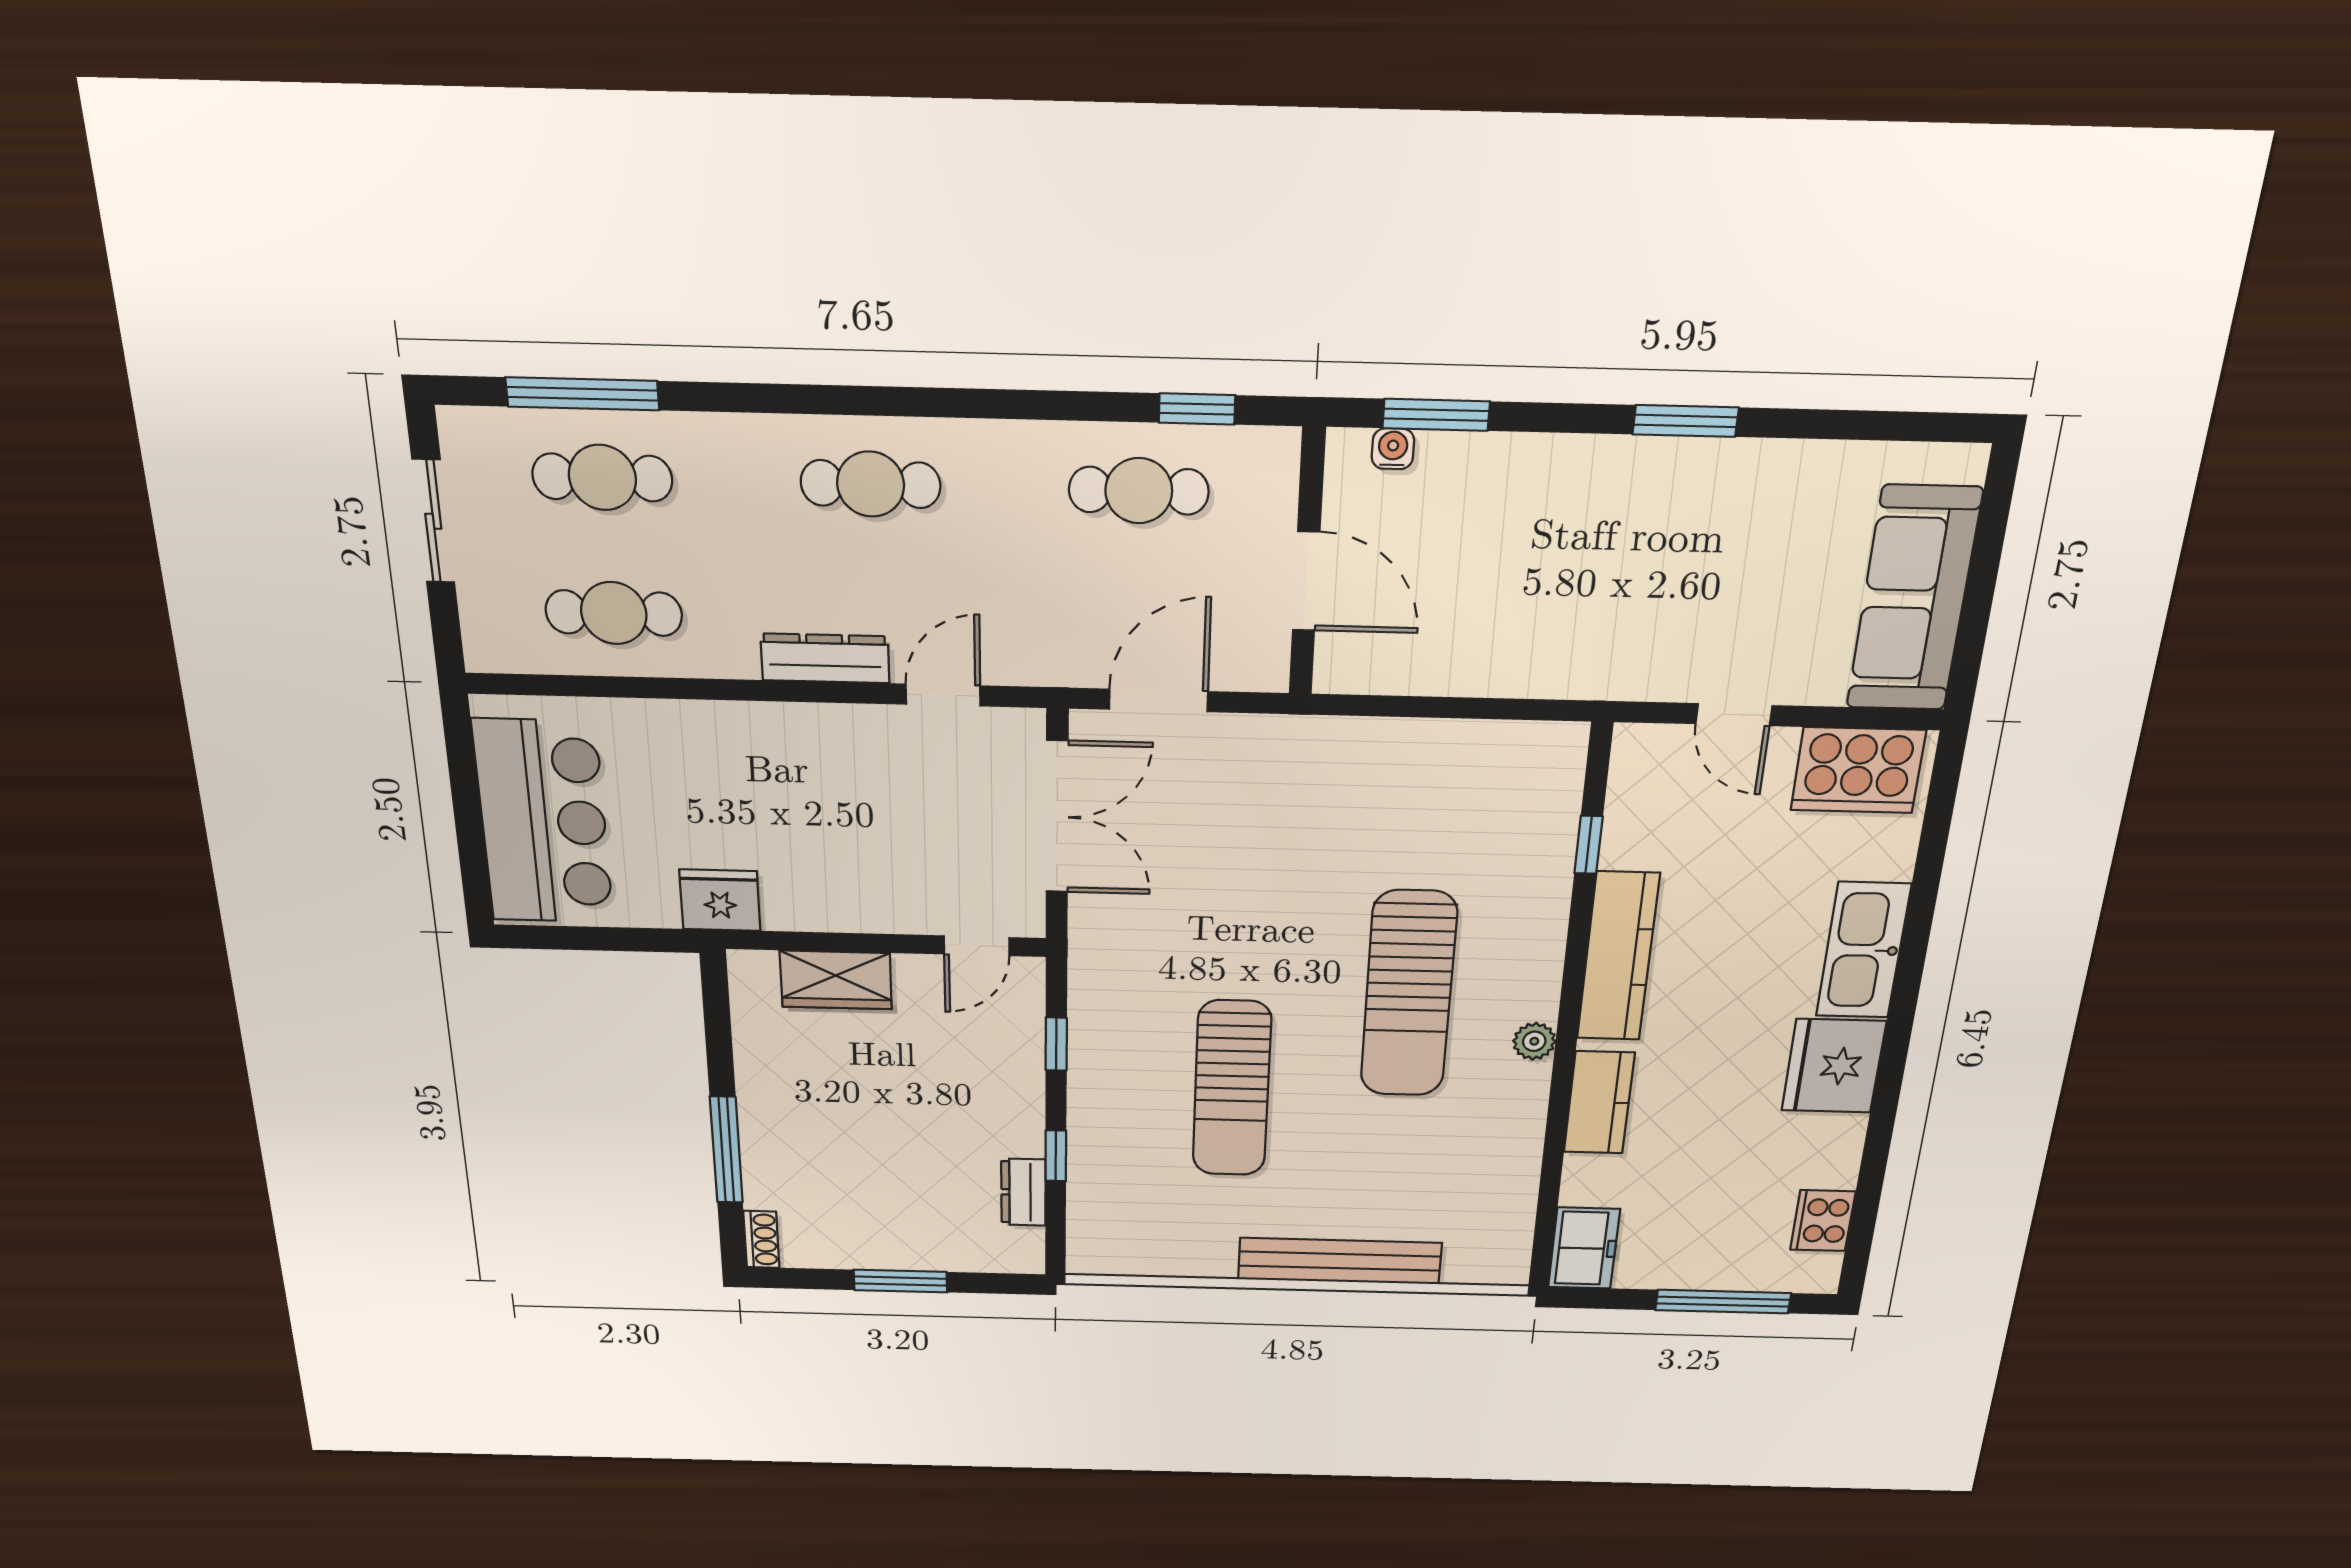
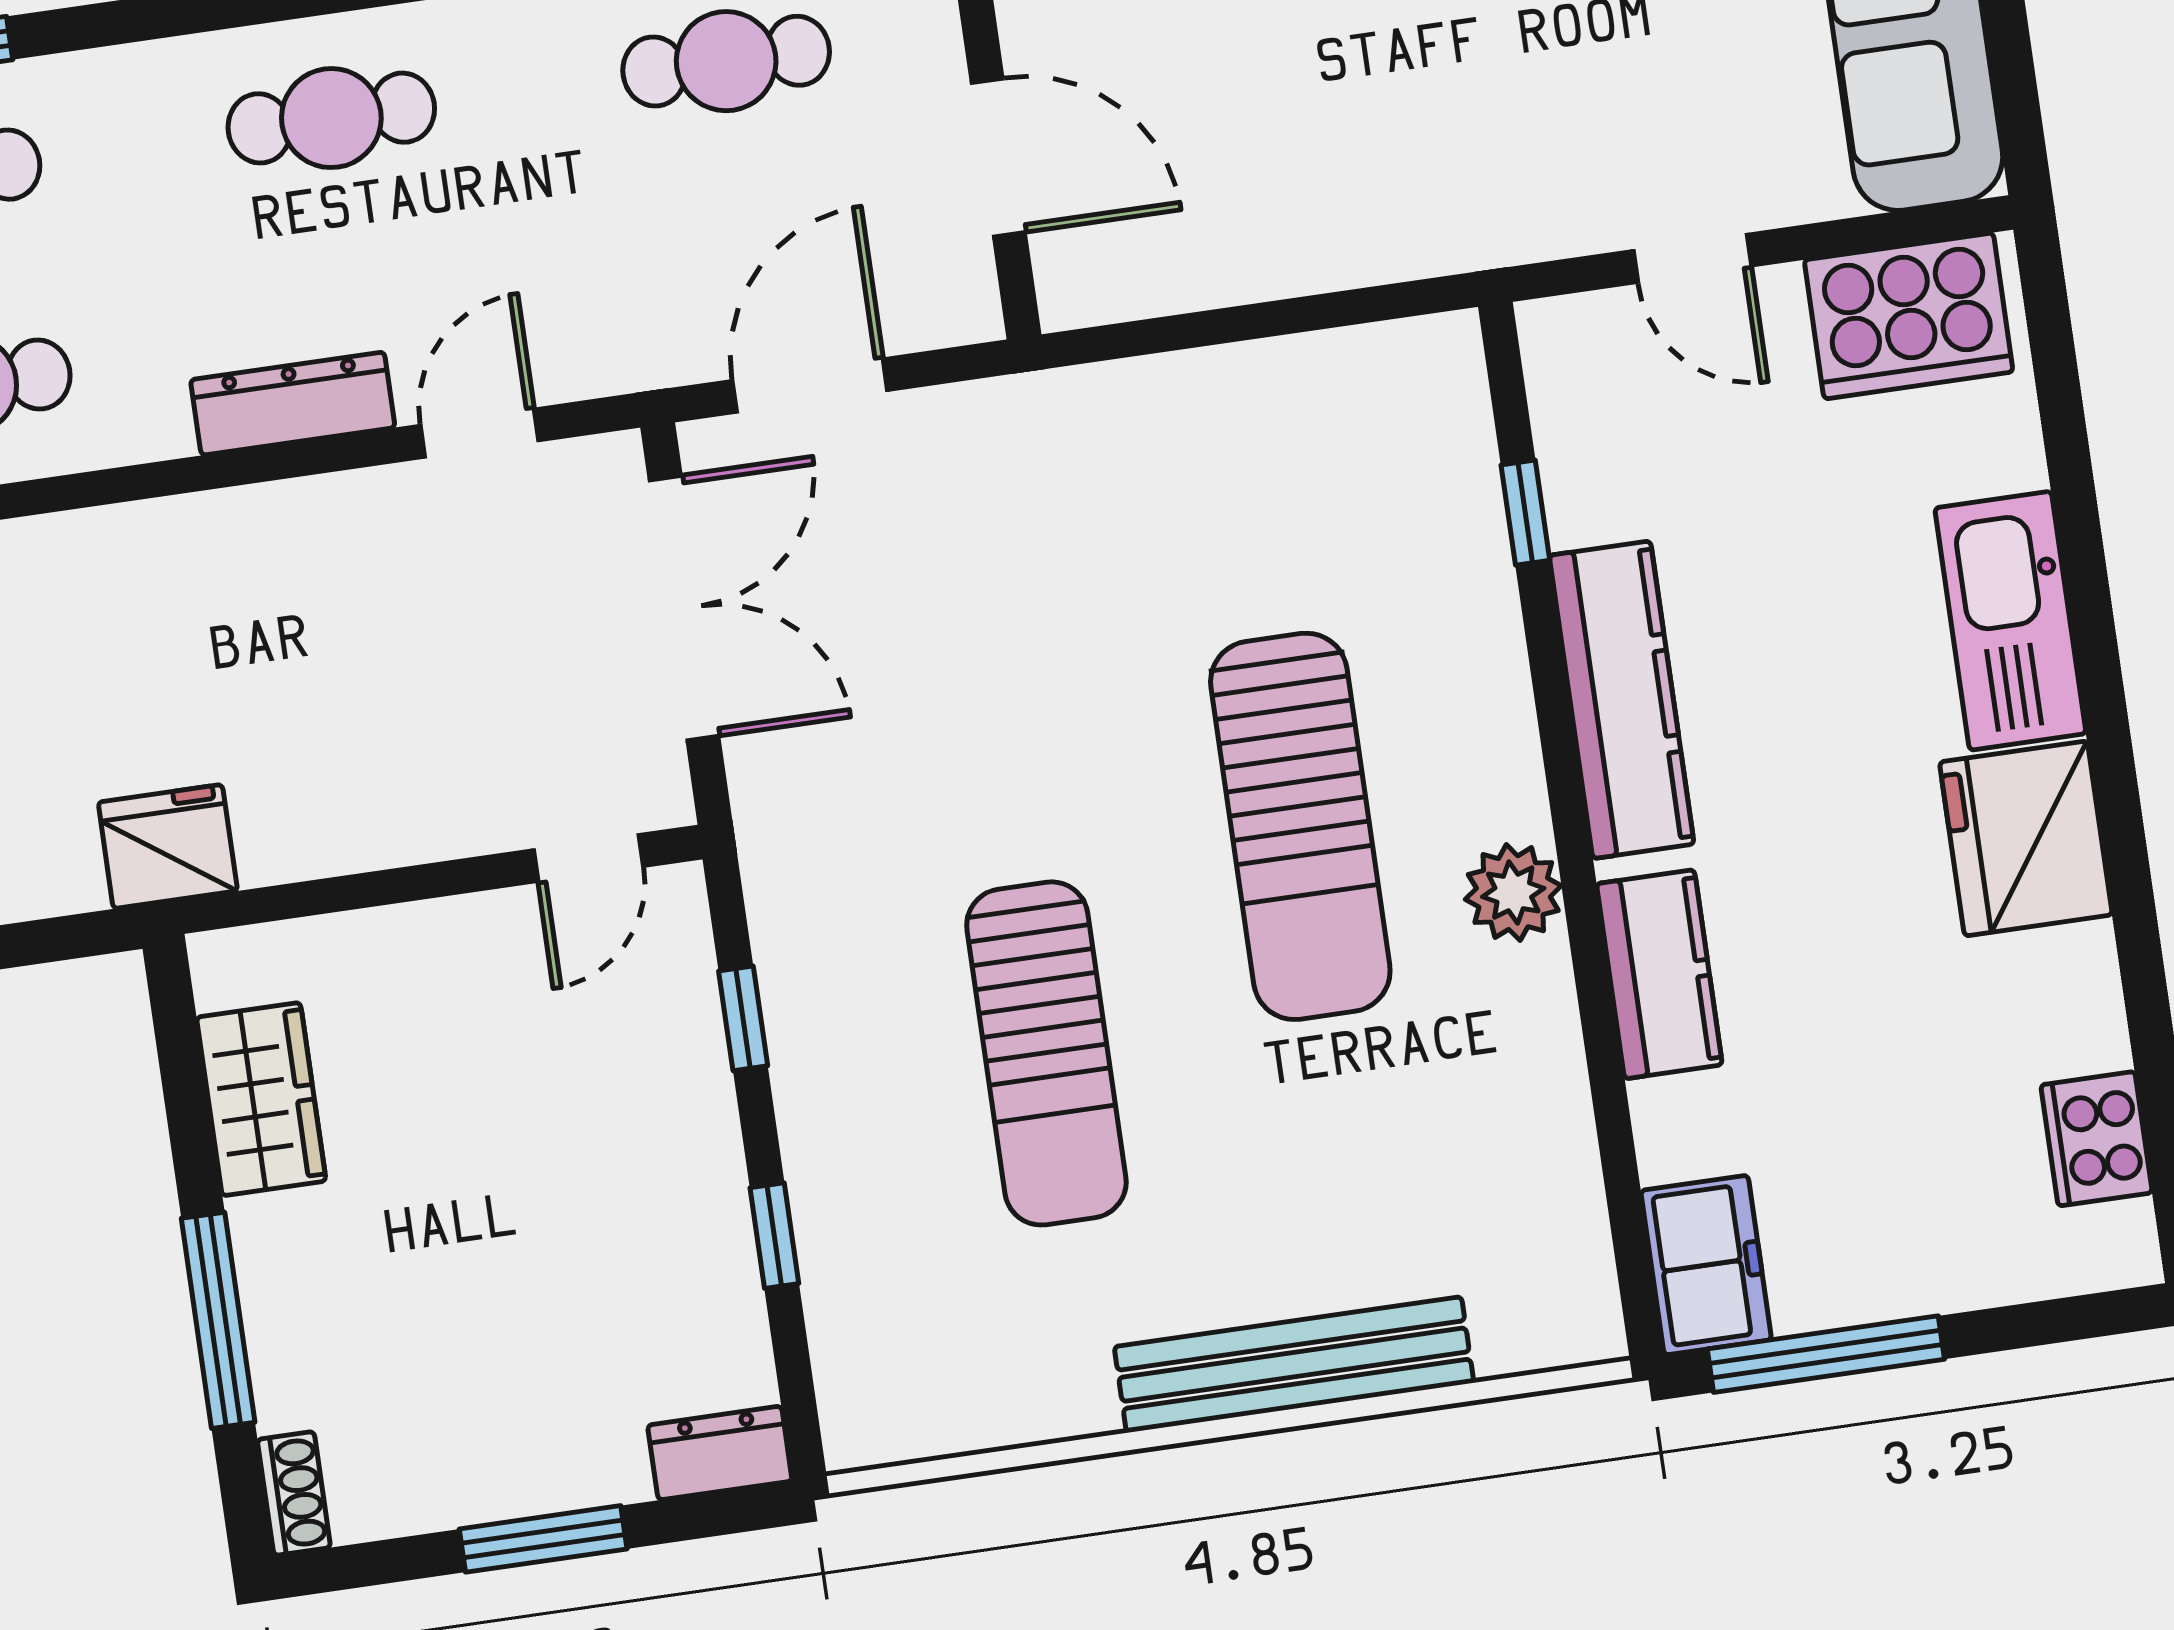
wardrobe: (836, 980) -> (261, 1099), moved, turned -90
plant: (1534, 1041) -> (1513, 893), width x1.38, depth x1.38
dresser: (1023, 1192) -> (720, 1453), moved, turned 90
window: (1723, 1302) -> (1826, 1354), moved

